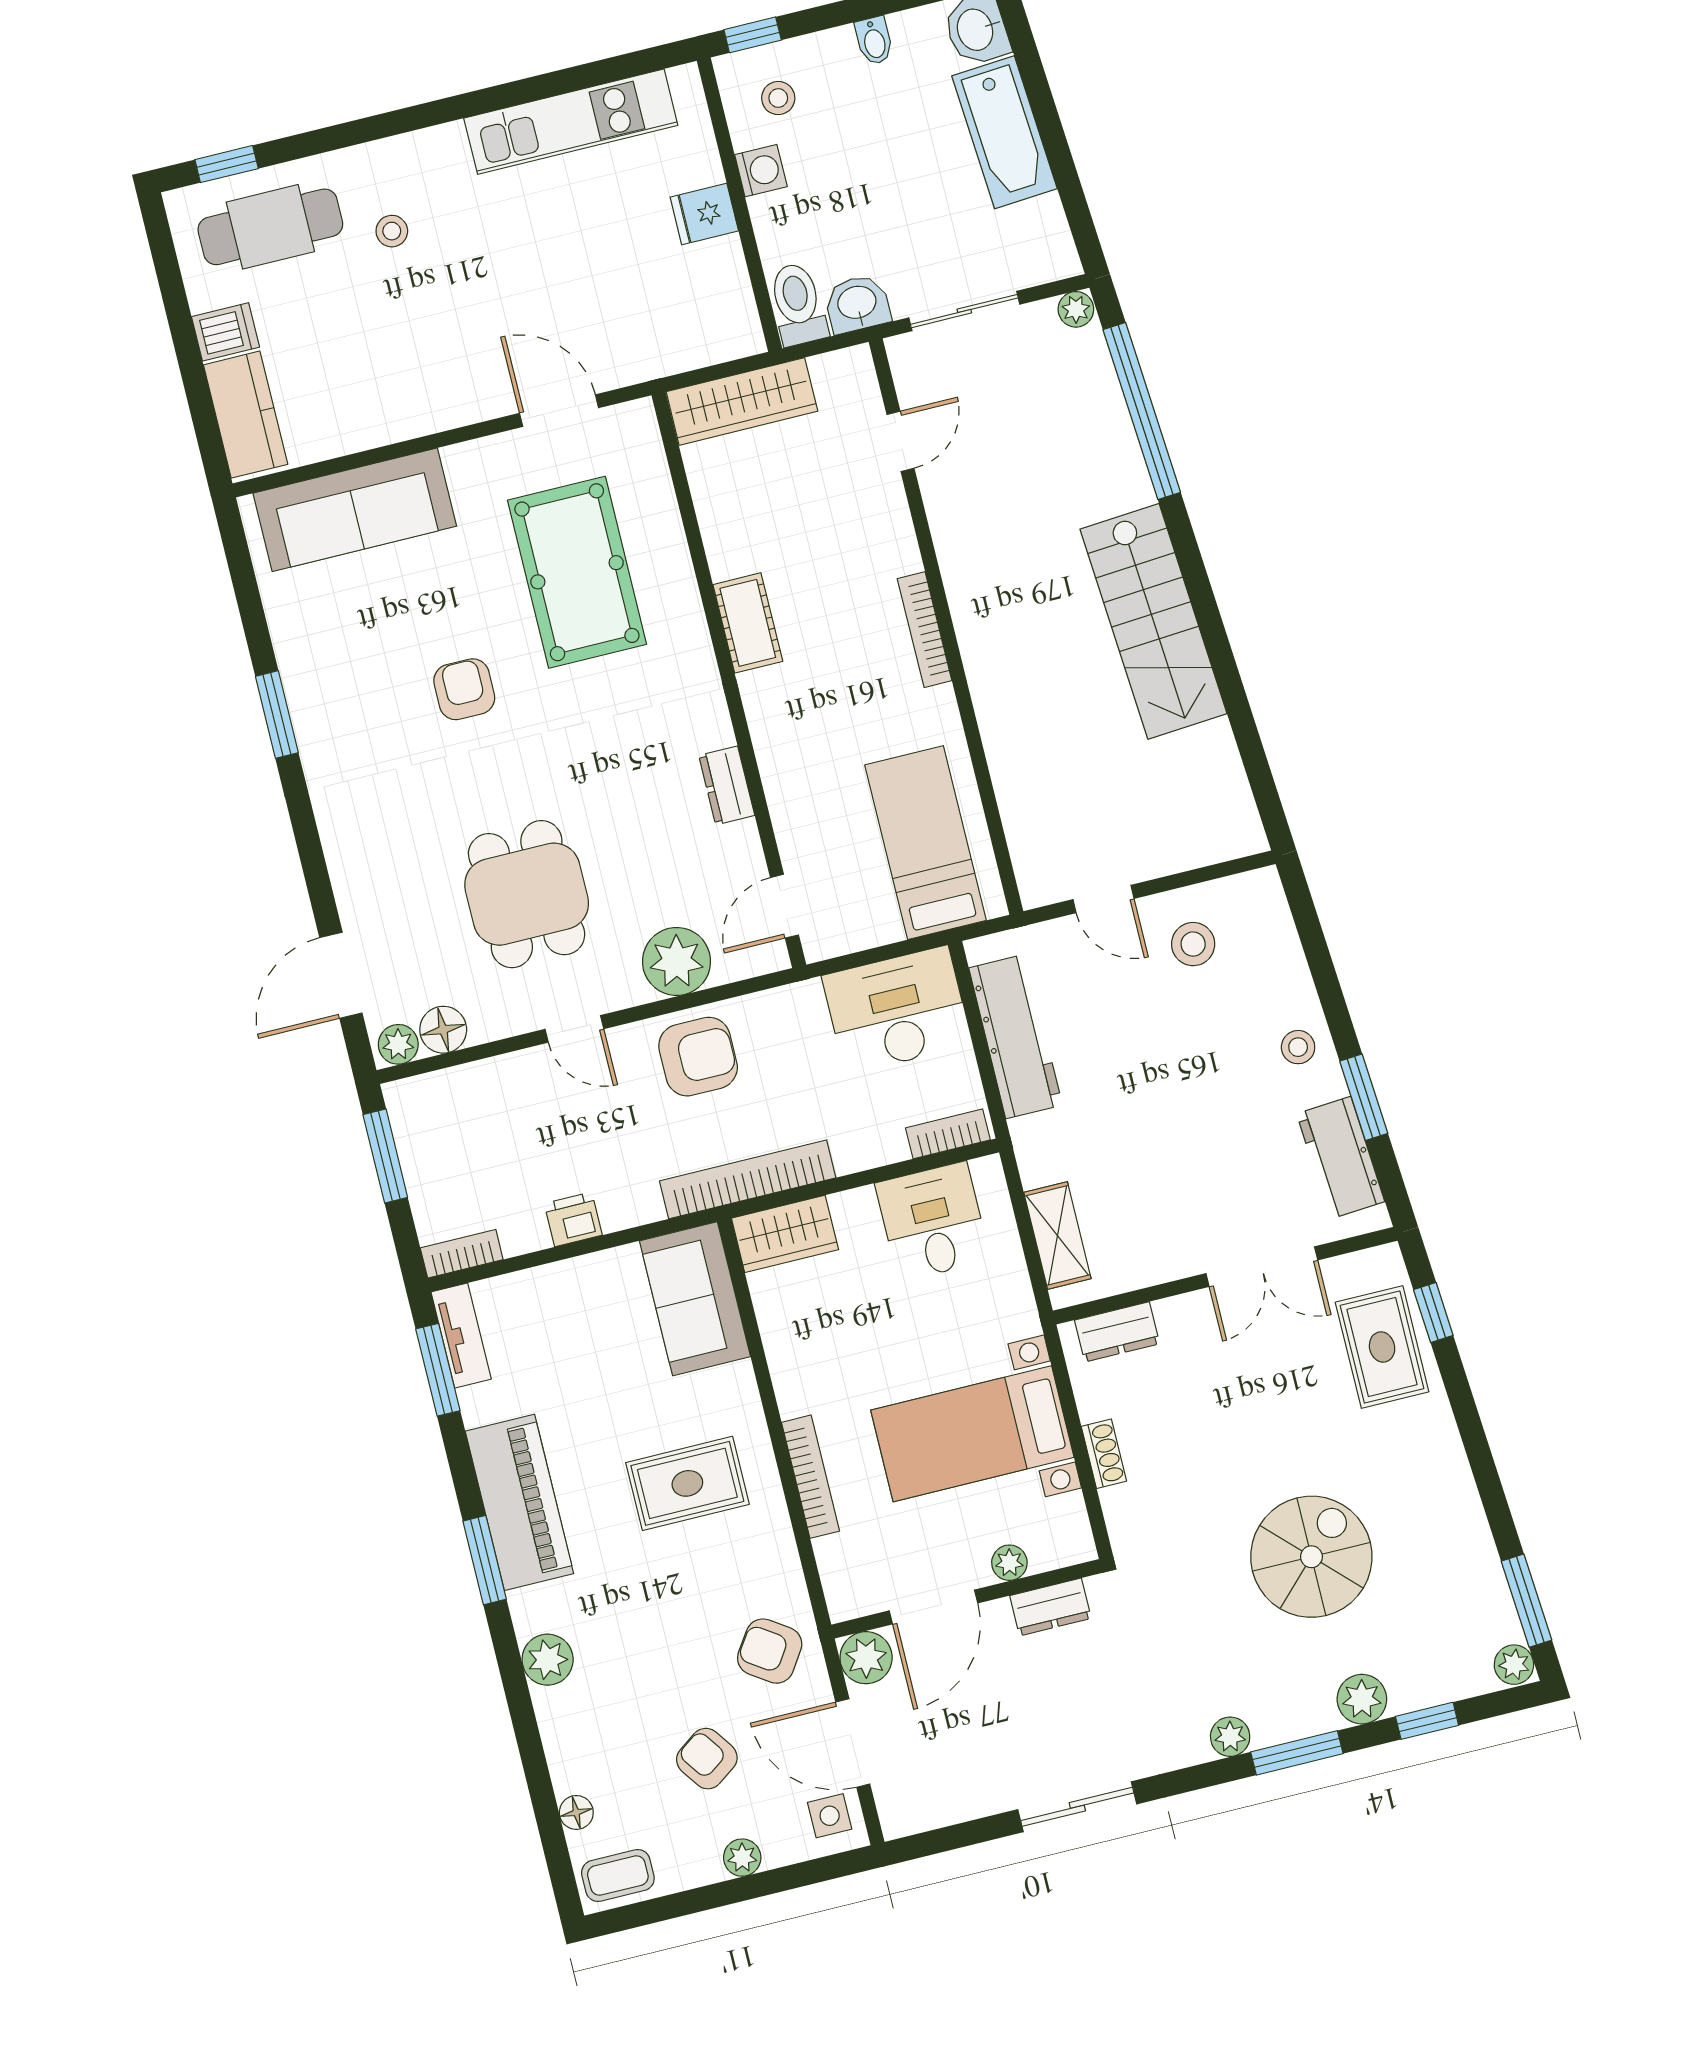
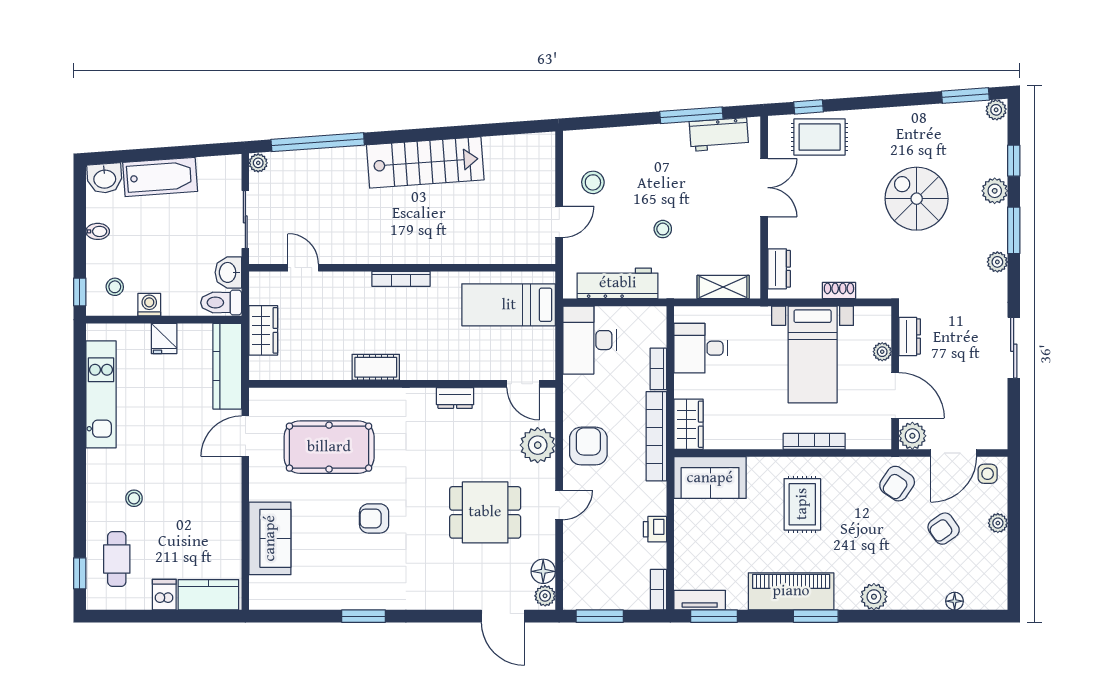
cafe table: (270, 227) -> (117, 559), width x0.73, depth x0.74
kitchen counter: (682, 345) -> (227, 366), added
wardrobe: (742, 401) -> (263, 330), width x0.67
sofa: (355, 510) -> (270, 538), width x0.73
stool: (1298, 1047) -> (663, 229), moved
window: (1364, 1097) -> (691, 115), width x1.44
bookcase: (948, 1134) -> (658, 369), moved
coffee table: (618, 1876) -> (991, 588), removed

